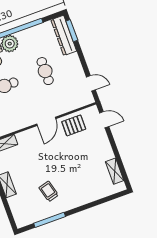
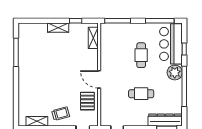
trolley: (49, 191) -> (61, 114), moved

